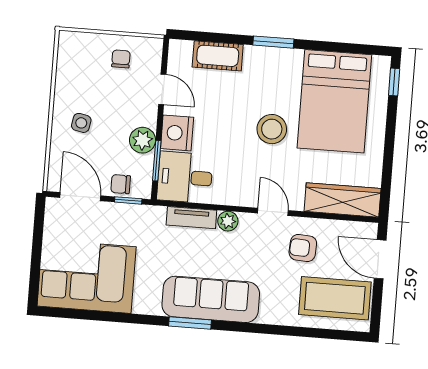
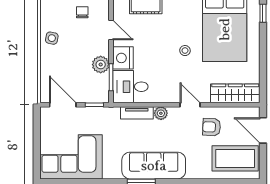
side table: (81, 123) -> (52, 38), moved
stool: (272, 129) -> (185, 51), width x0.53, depth x0.53
chair: (121, 184) -> (89, 94), removed

